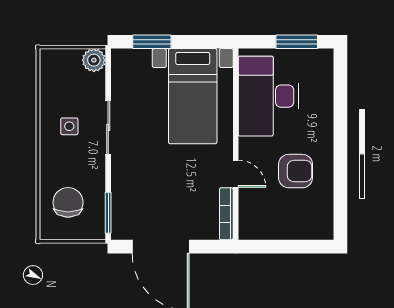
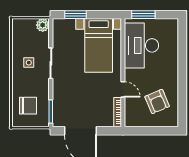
window: (297, 42) -> (143, 15), moved
armchair: (296, 171) -> (157, 101), moved, turned 67
chair: (68, 202) -> (28, 106), turned 90

